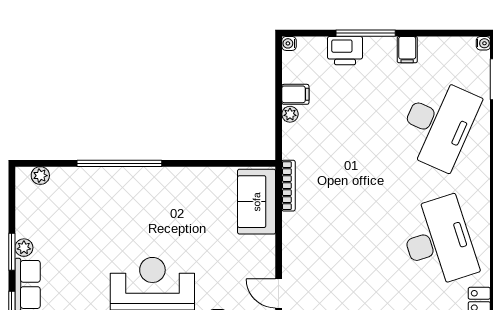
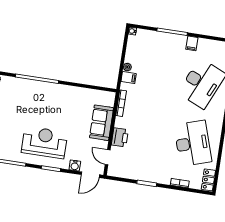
printer: (345, 51) -> (120, 137), moved, turned -90
filing cabinet: (295, 94) -> (129, 78), moved
sofa: (257, 202) -> (102, 123), moved

